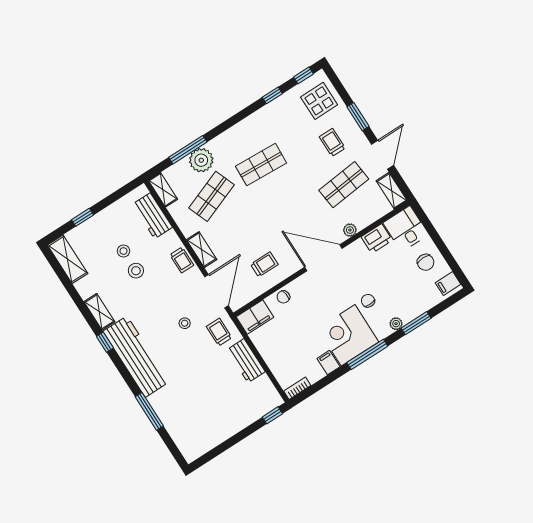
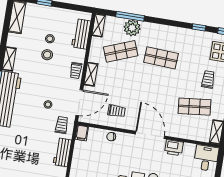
plant: (350, 230) -> (177, 133), removed
printer: (377, 239) -> (174, 148), moved
filing cabinet: (255, 317) -> (82, 133), width x0.50

